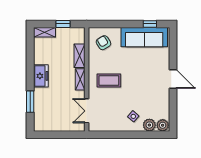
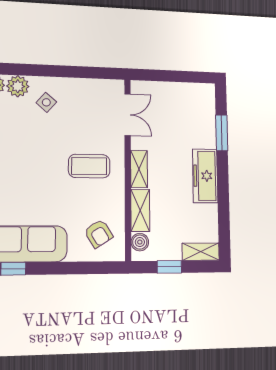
boiler: (80, 38) -> (140, 242), added
freezer: (41, 76) -> (205, 176), width x1.40

